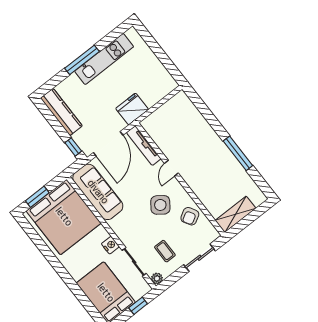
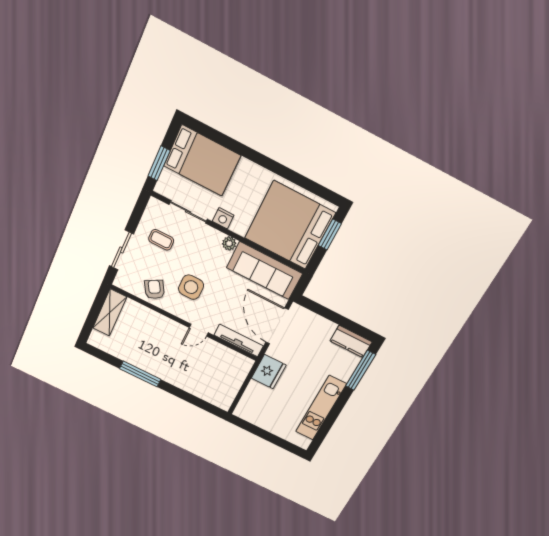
window: (82, 60) -> (361, 370), moved
kitchen counter: (61, 112) -> (351, 341), width x0.67
window: (73, 147) -> (313, 307), removed
door: (171, 168) -> (199, 330), swing flipped
side table: (160, 205) -> (191, 287), turned -36
plant: (157, 278) -> (229, 243), moved
window: (138, 306) -> (159, 163), width x1.50

